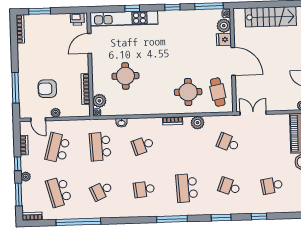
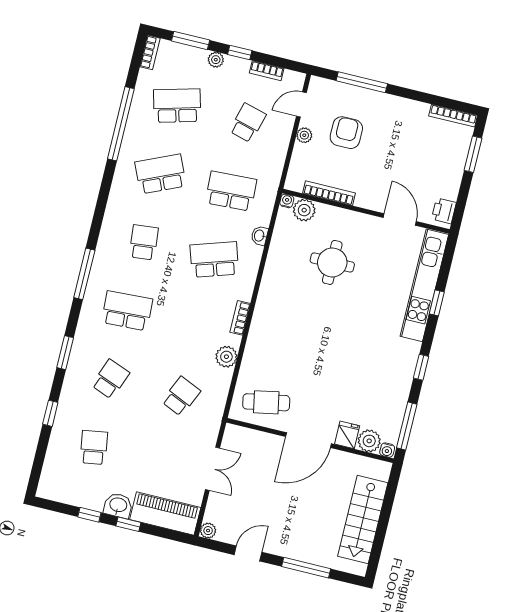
round table: (188, 92) -> (279, 355), removed
double door: (253, 113) -> (213, 469), moved
school desk: (143, 145) -> (214, 260), width x1.85
school desk: (57, 148) -> (248, 123), width x0.54
school desk: (101, 191) -> (160, 174), width x1.85

